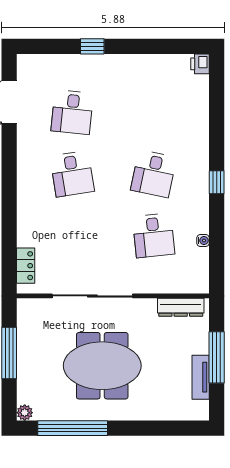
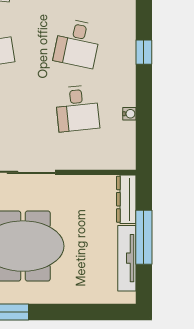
dresser: (181, 307) -> (126, 199), moved, turned 90
tv unit: (201, 377) -> (127, 258), width x1.41

